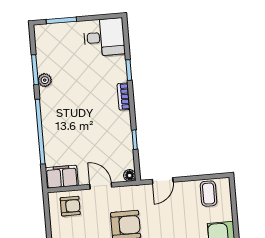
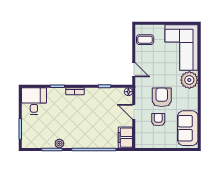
door: (101, 186) -> (134, 112), hinge flipped
armchair: (70, 206) -> (158, 120), moved

